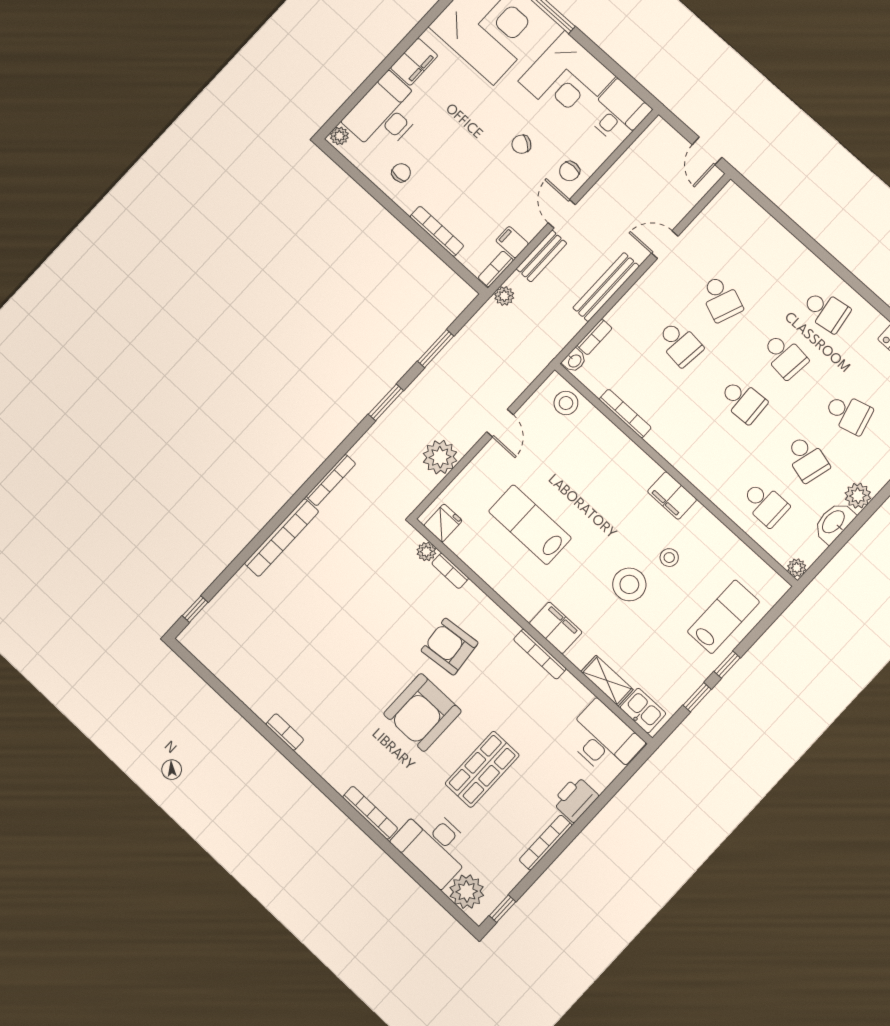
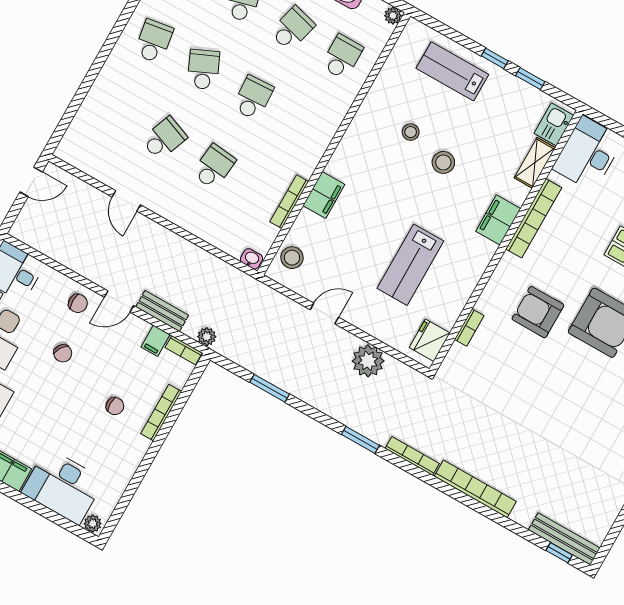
chair: (401, 173) -> (115, 406), moved, turned 180
bench: (606, 287) -> (564, 539), moved
bookcase: (595, 337) -> (226, 245), removed
school desk: (785, 356) -> (203, 69), turned -30
window: (386, 402) -> (360, 440), moved
filing cabinet: (672, 495) -> (324, 195), moved
fridge: (443, 523) -> (430, 340), width x1.38
plant: (426, 552) -> (457, 353), removed
stool: (629, 584) -> (443, 162), width x0.73, depth x0.73
armchair: (450, 647) -> (538, 312), turned 96
bookcase: (540, 654) -> (534, 218), width x1.48, depth x1.31

